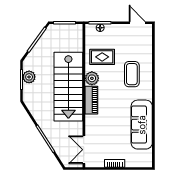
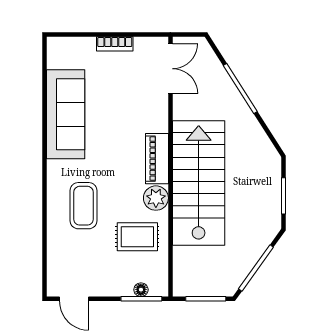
plant: (29, 77) -> (270, 201), removed

